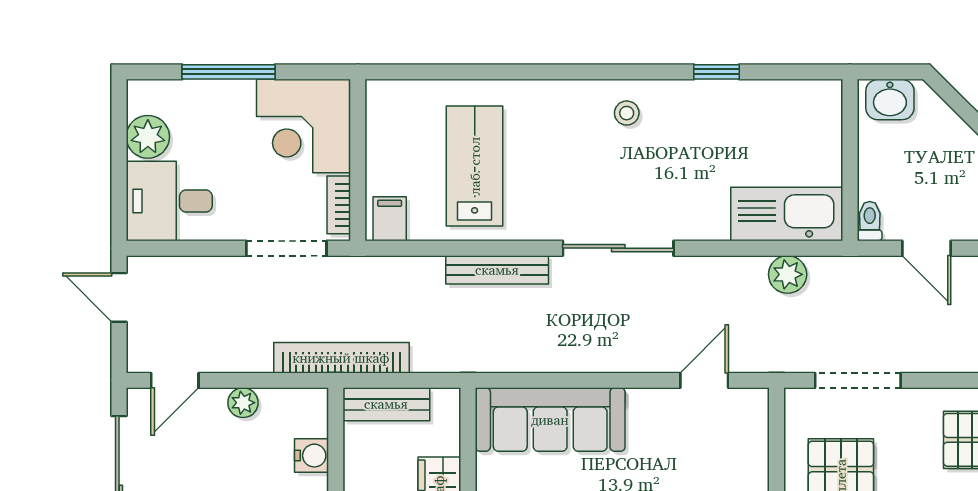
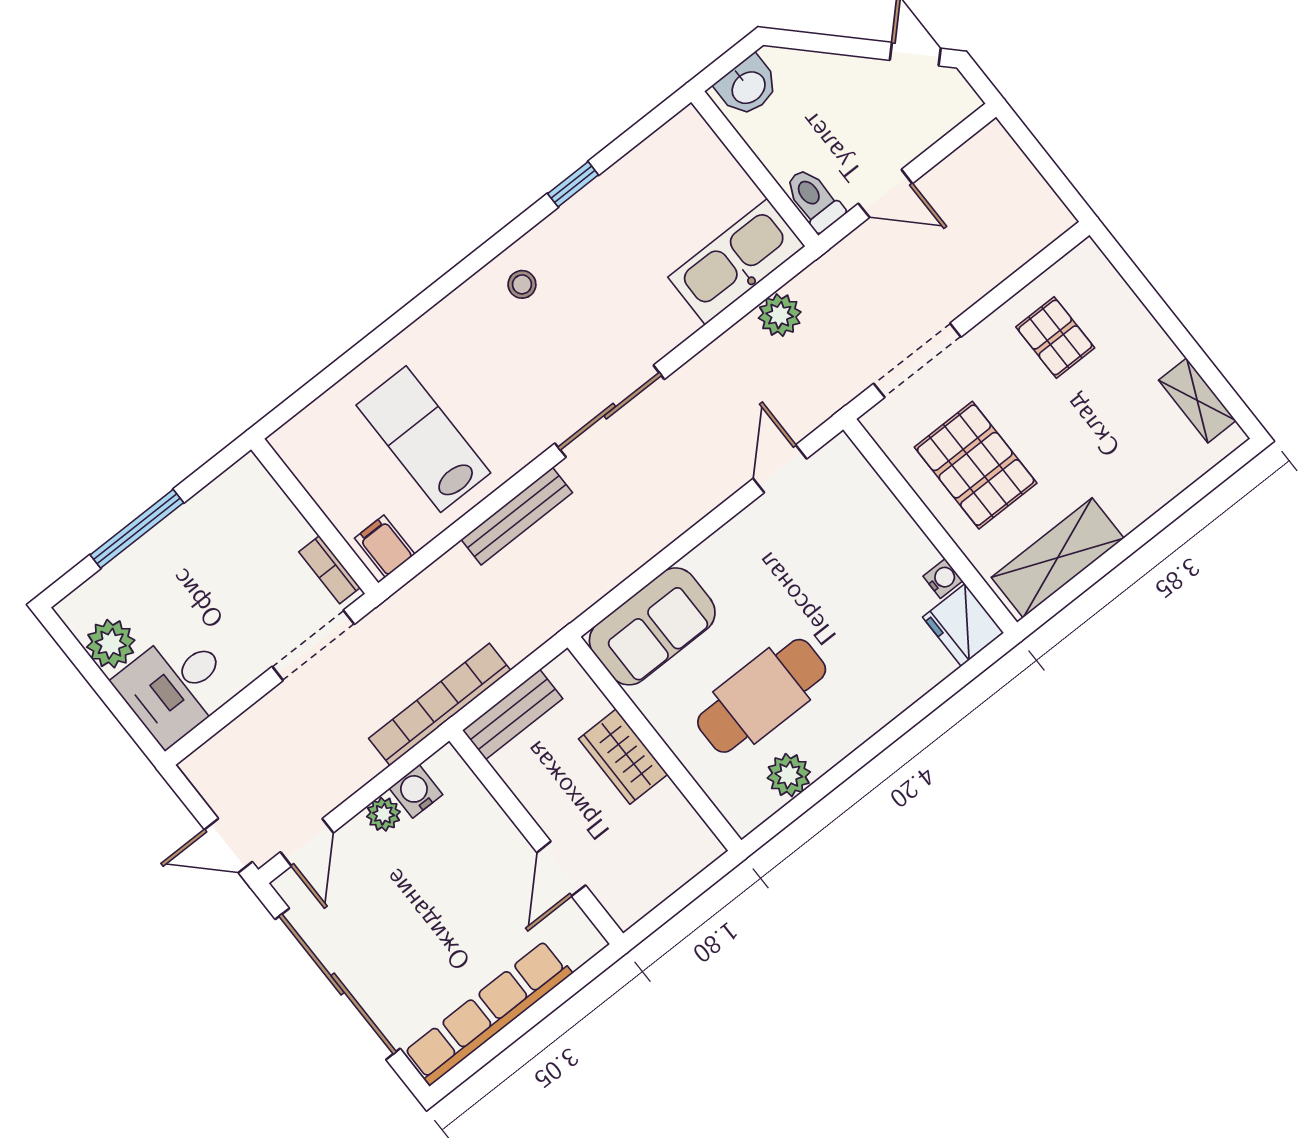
corner desk: (304, 126) -> (242, 524), removed
toilet: (870, 221) -> (814, 199), width x1.37, depth x1.39
door: (119, 297) -> (228, 846), moved
sofa: (550, 420) -> (652, 626), width x0.73
water cooler: (312, 456) -> (416, 791), moved, turned -90

